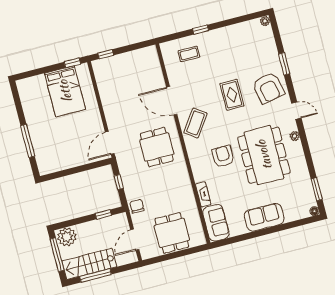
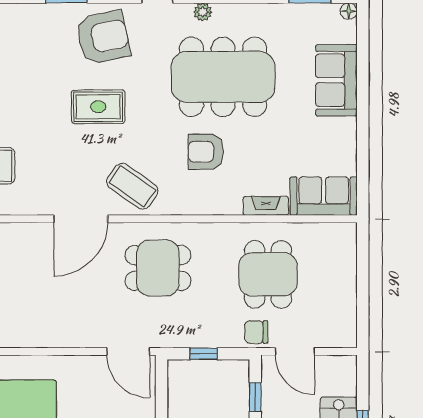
sofa: (264, 217) -> (336, 80), moved
dining table: (172, 233) -> (268, 274), moved, turned 90
door: (135, 240) -> (295, 351), moved

